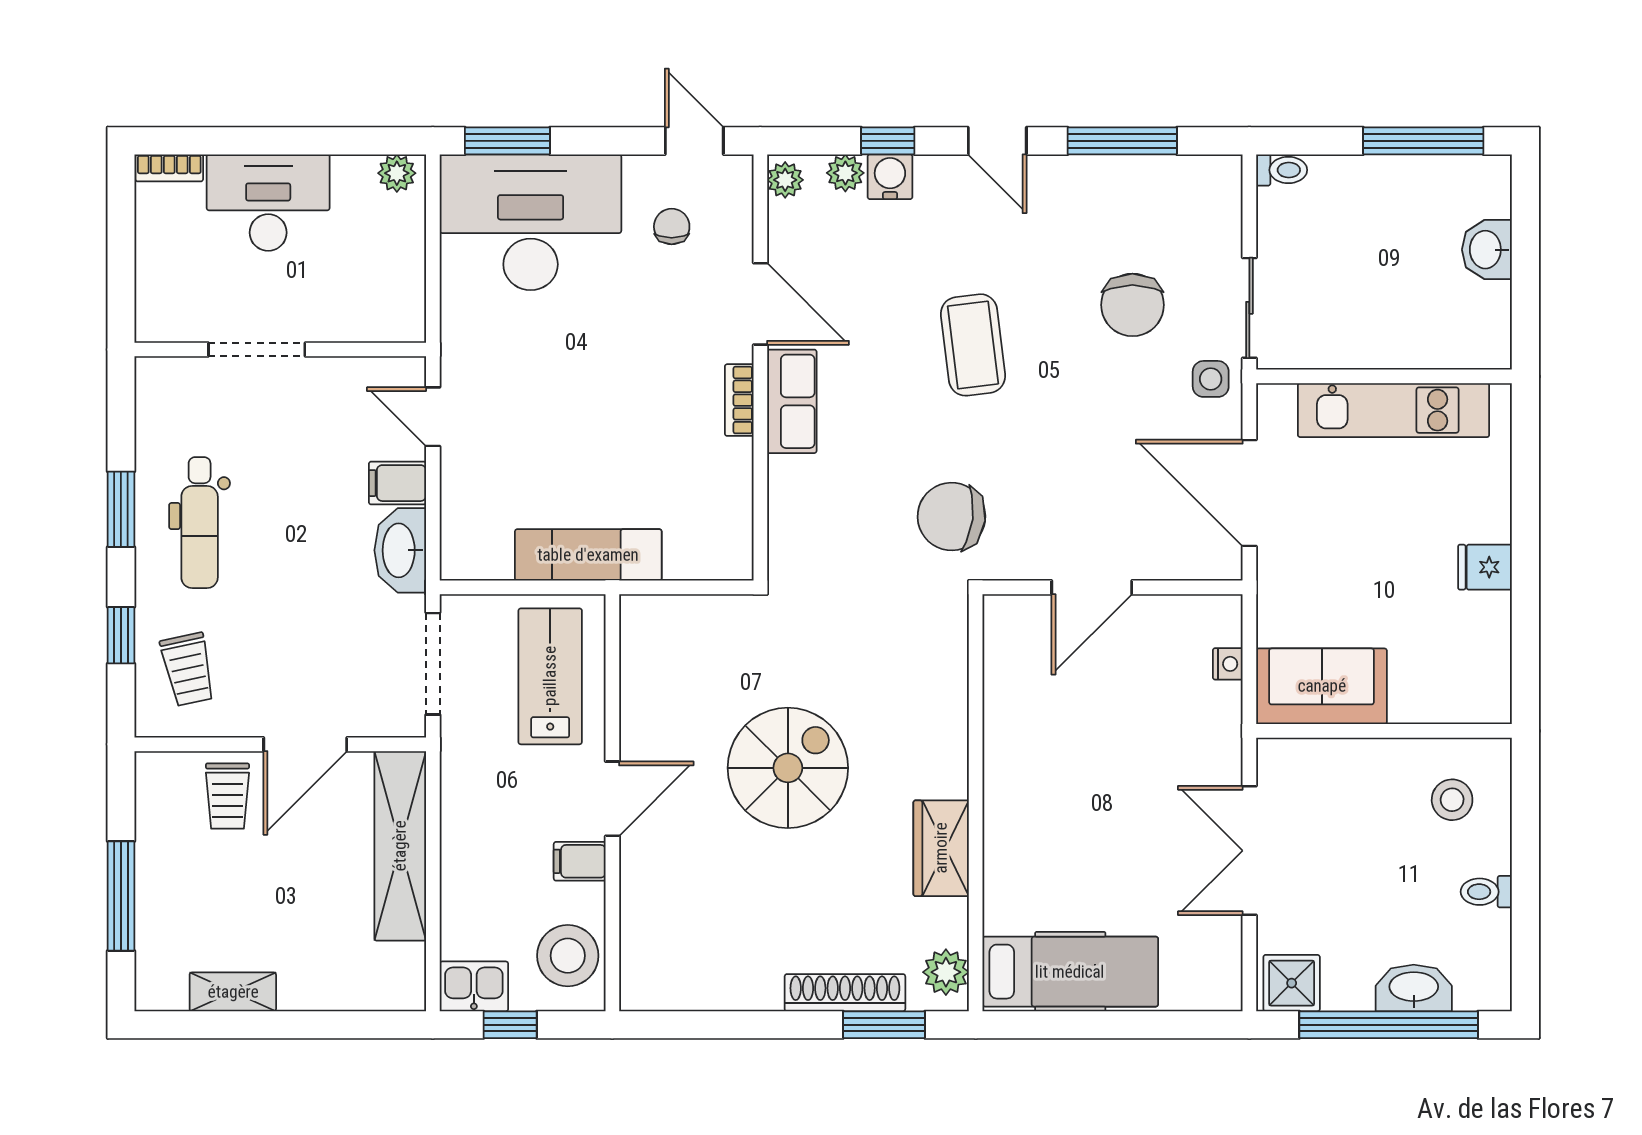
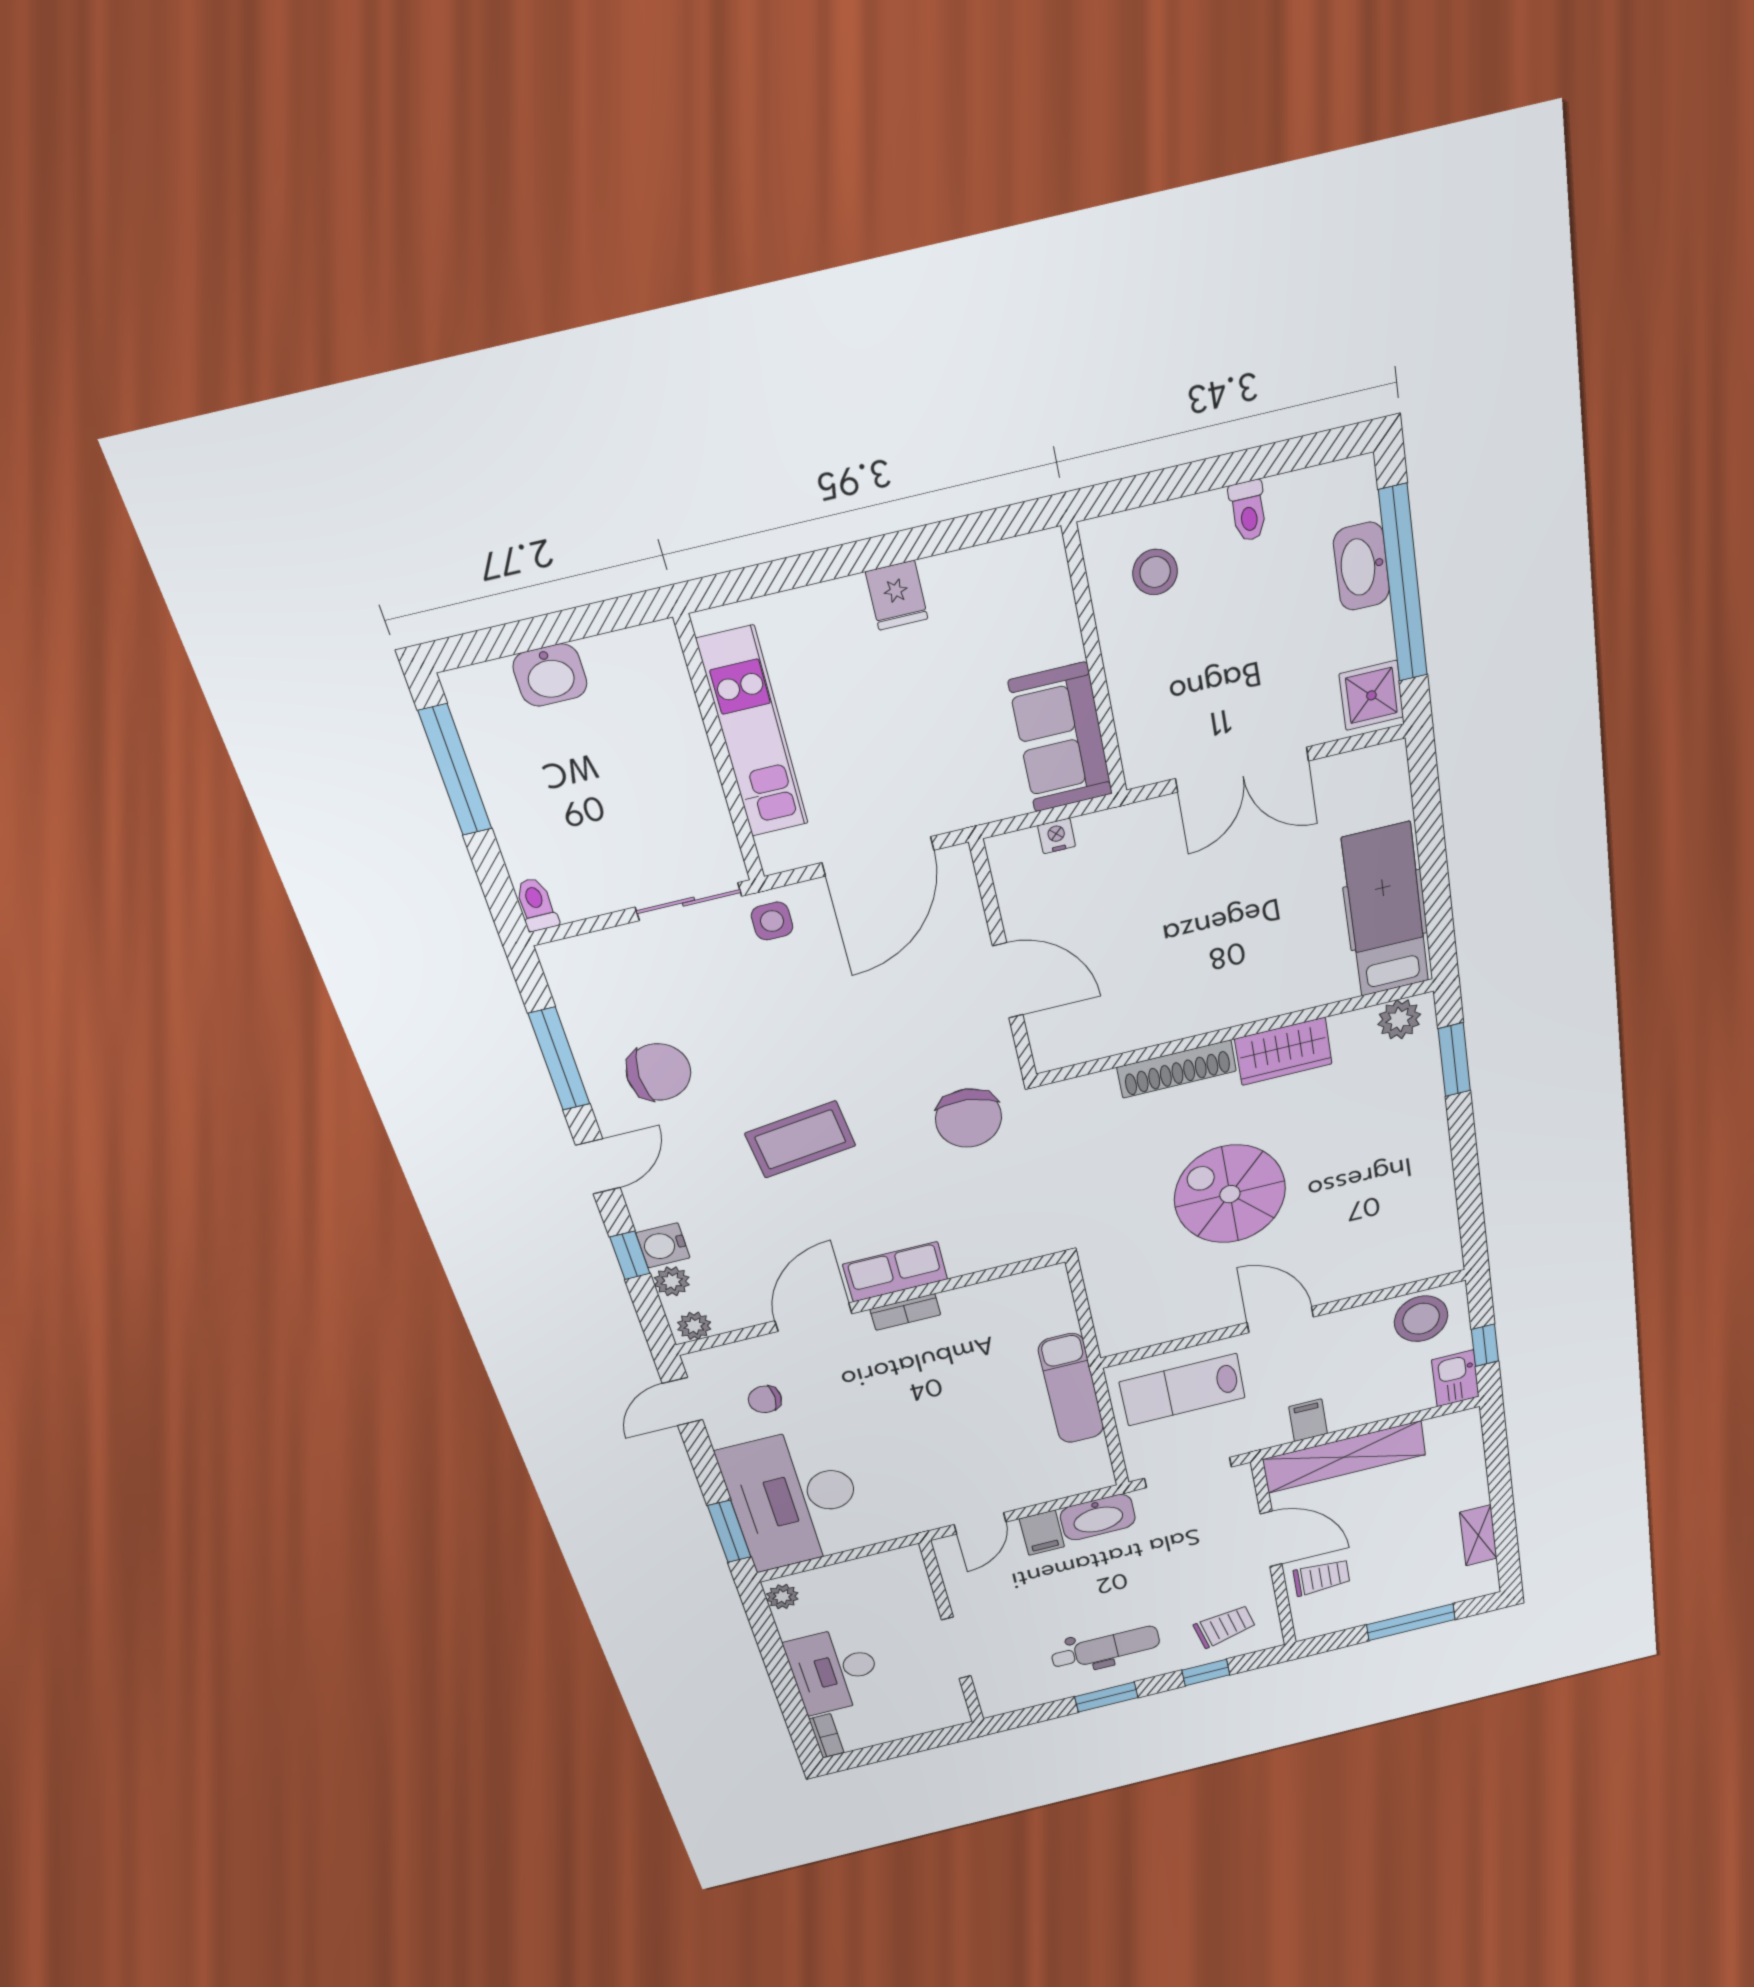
chair: (1132, 305) -> (659, 1072), moved
filing cabinet: (580, 861) -> (1308, 1420), moved, turned 180
shoe rack: (845, 993) -> (1177, 1069), moved, turned -90

